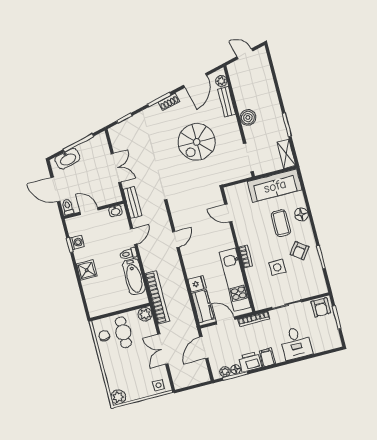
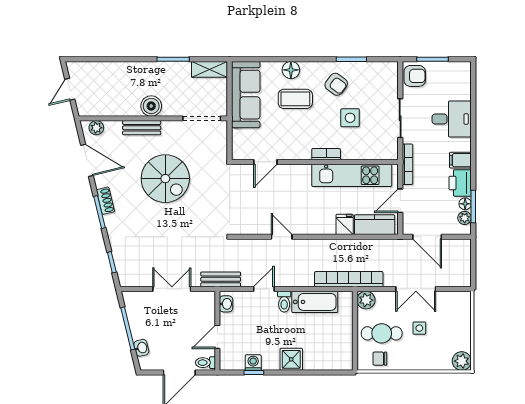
bench: (227, 101) -> (142, 128), moved
washbasin: (68, 159) -> (141, 348), width x0.52, depth x0.69
door: (134, 236) -> (264, 289), hinge flipped
side table: (159, 385) -> (419, 328), moved

